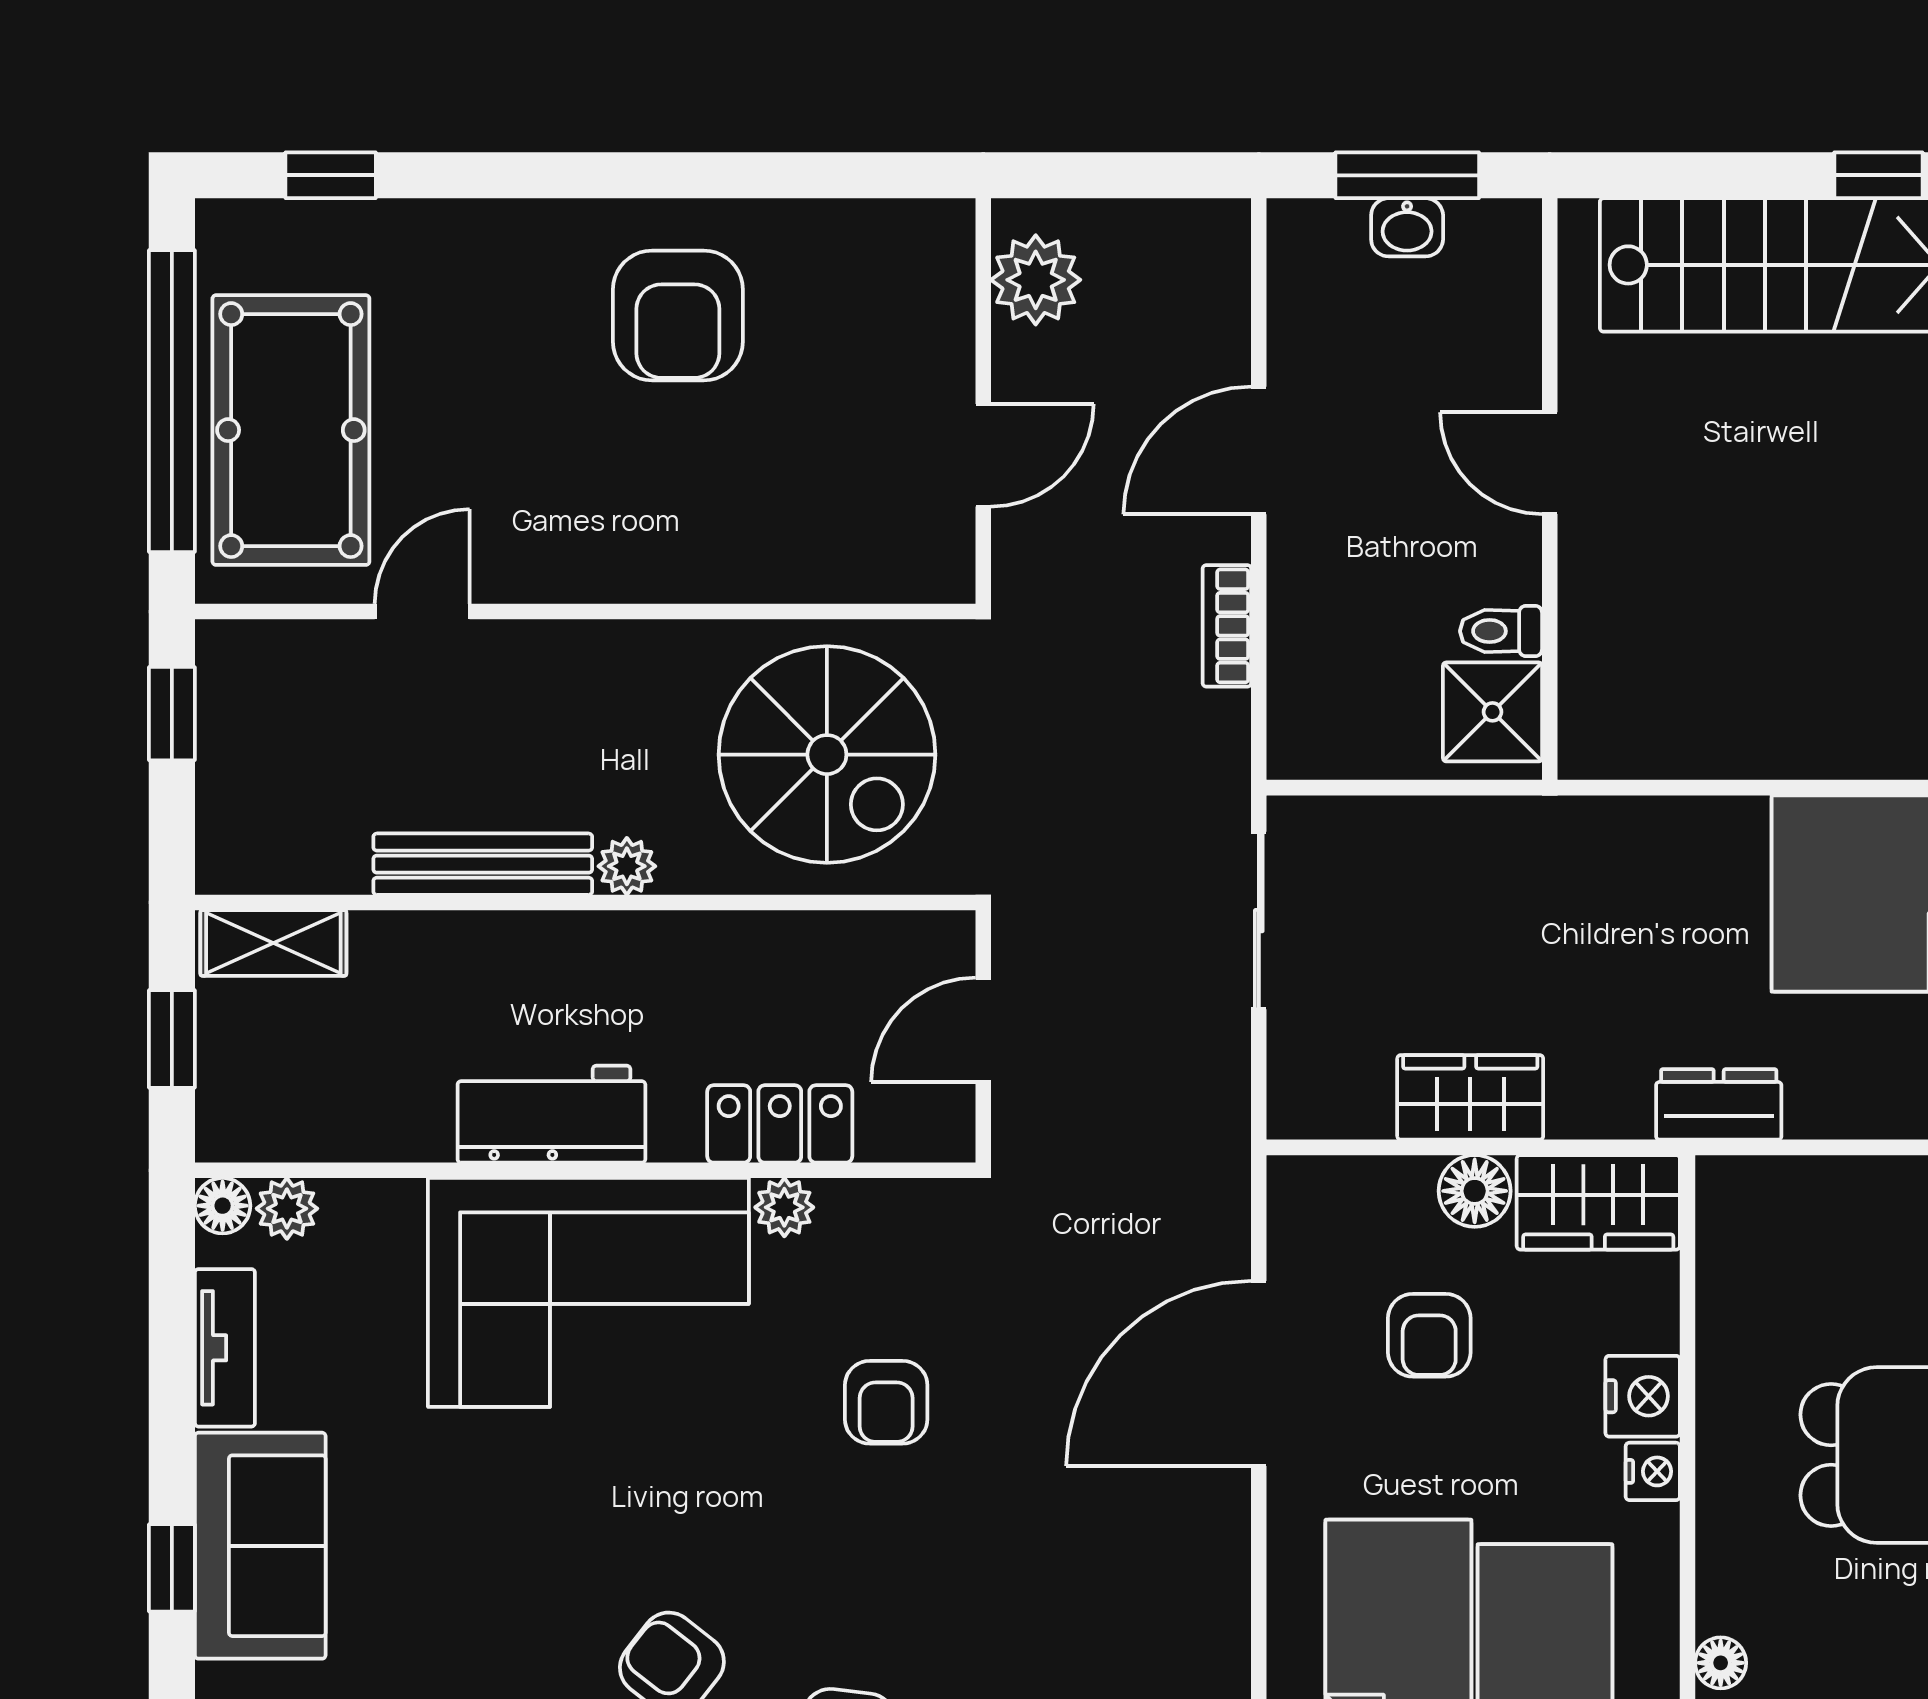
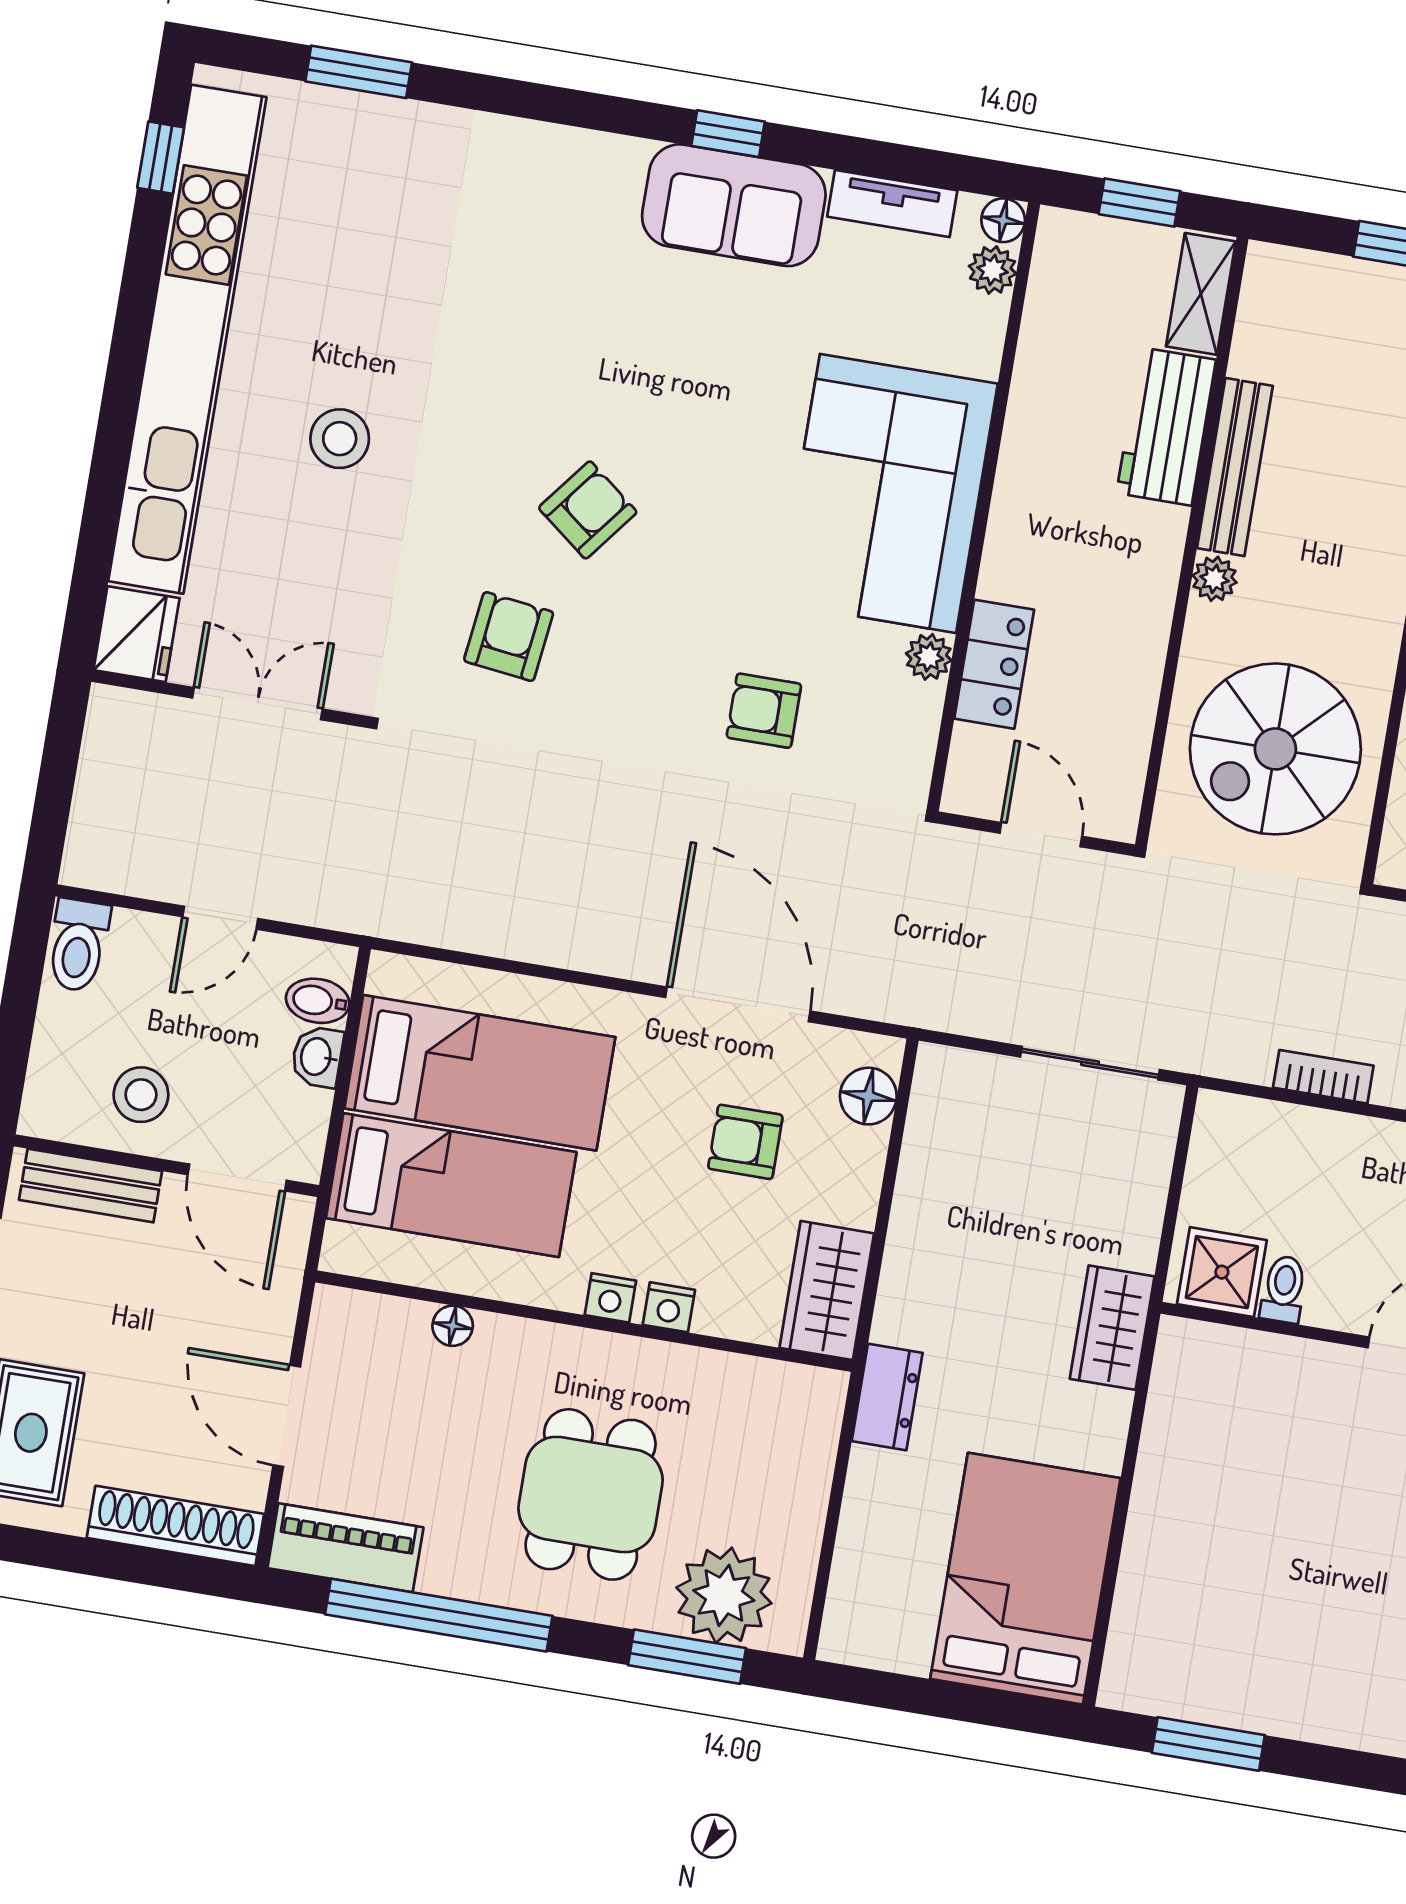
wardrobe: (1470, 1097) -> (1112, 1328), moved, turned 180
workbench: (551, 1114) -> (1166, 426), moved, turned 180
floor lamp: (1475, 1191) -> (868, 1096), moved
nightstand: (1643, 1396) -> (669, 1307), width x0.72, depth x0.74

